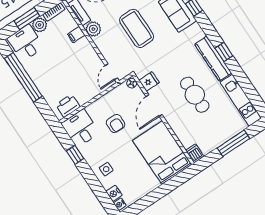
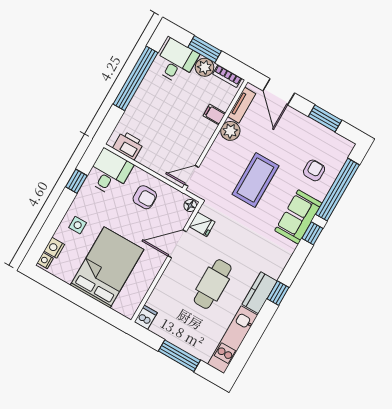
kitchen counter: (213, 59) -> (260, 293), width x0.67
armchair: (115, 123) -> (145, 197), moved, turned -90
bed: (162, 153) -> (107, 267), moved

